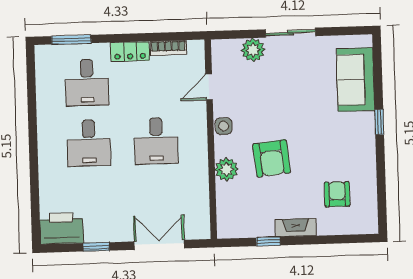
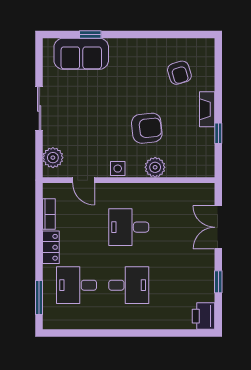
plant: (253, 50) -> (53, 158), moved
desk: (87, 83) -> (77, 285), turned 180
window: (379, 122) -> (90, 34), moved
desk: (156, 141) -> (129, 227), turned 180
armchair: (337, 194) -> (179, 73), turned -107
printer: (62, 228) -> (204, 316), width x0.73, depth x0.84

